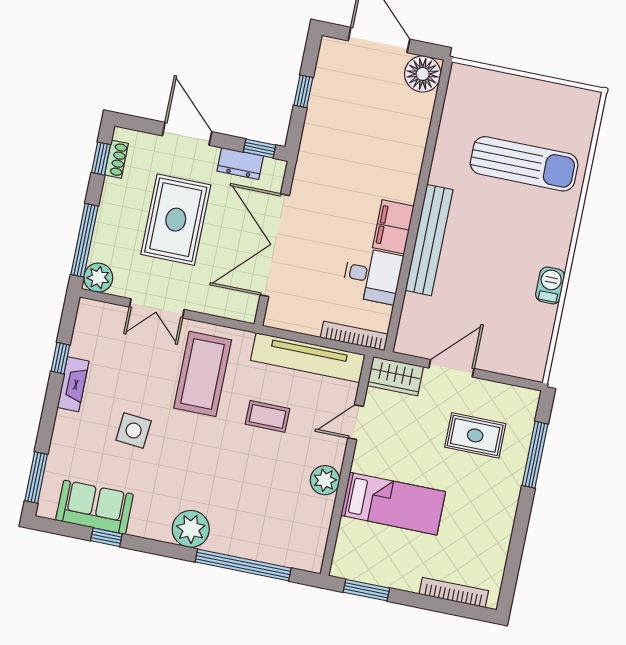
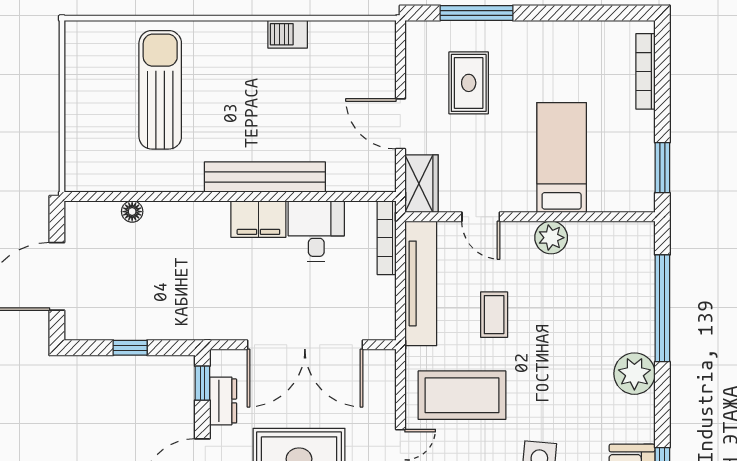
floor lamp: (423, 74) -> (132, 212), moved, width x0.53, depth x0.53

